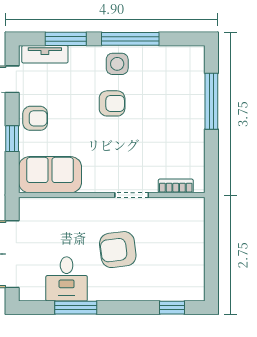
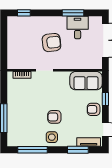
window: (130, 39) -> (32, 150), moved

